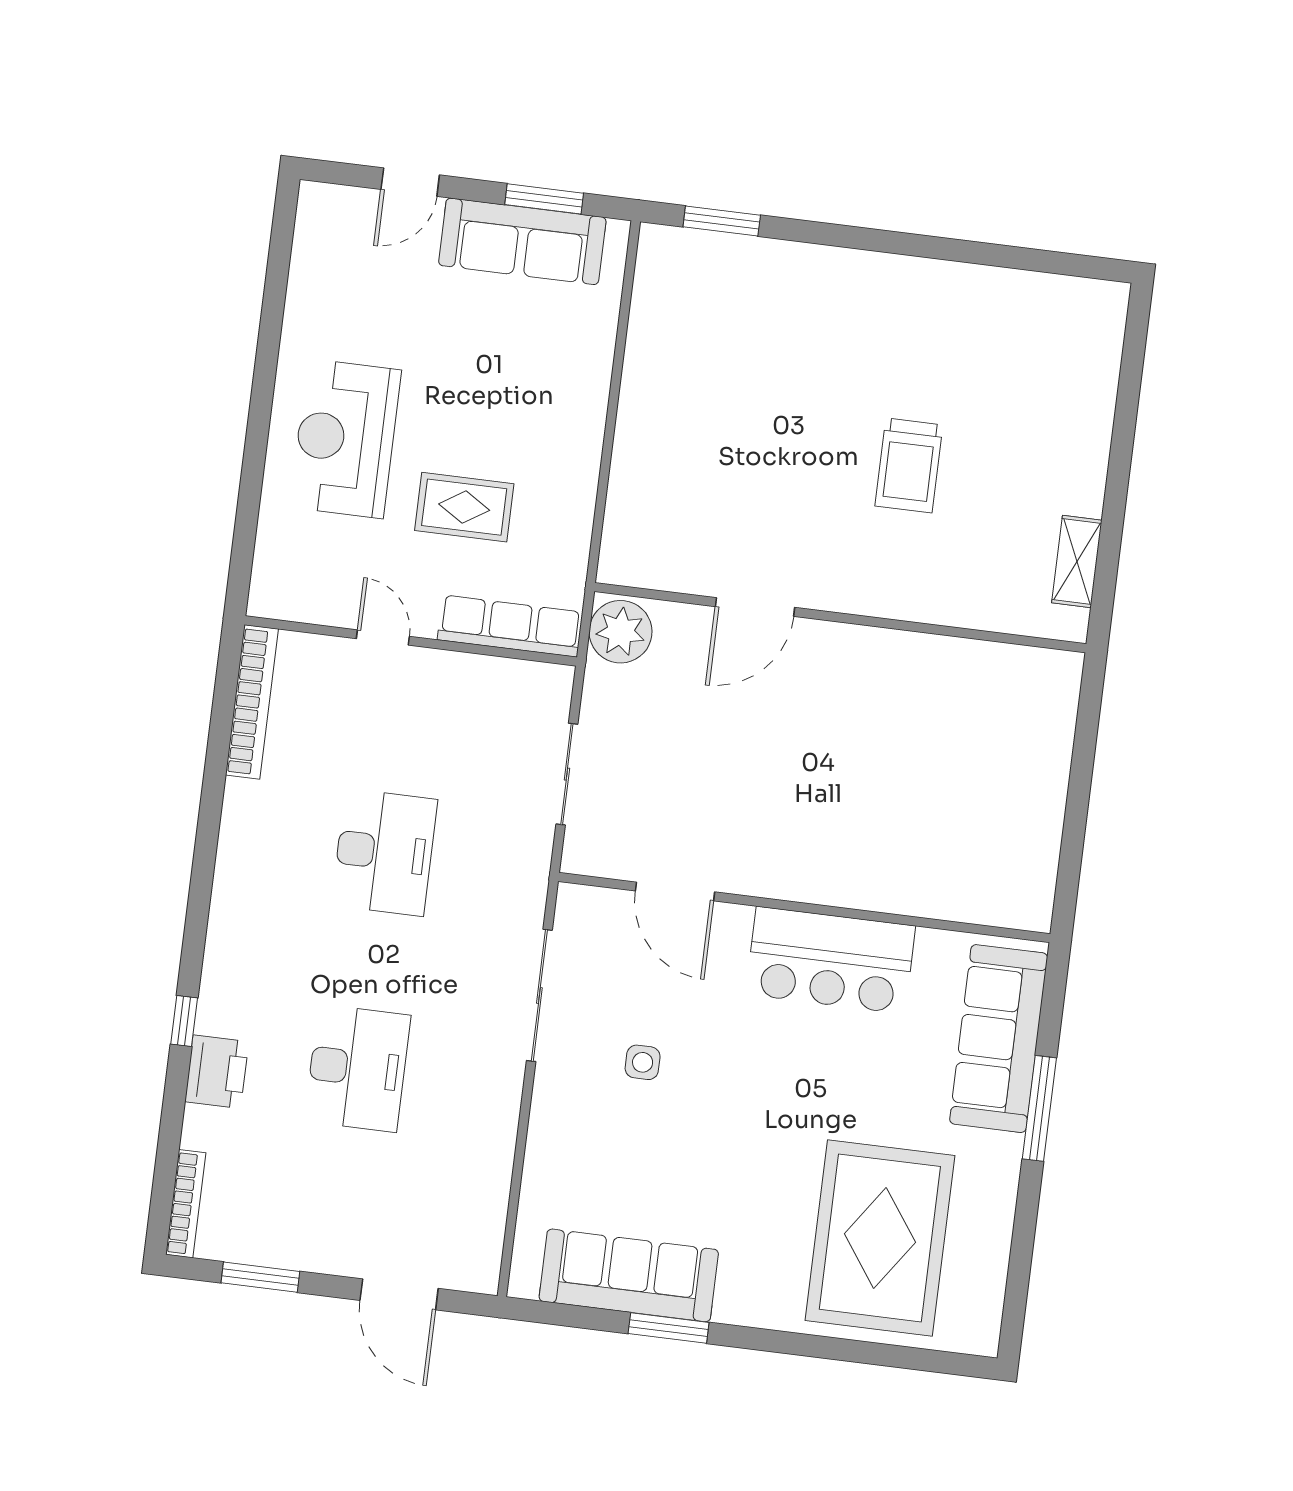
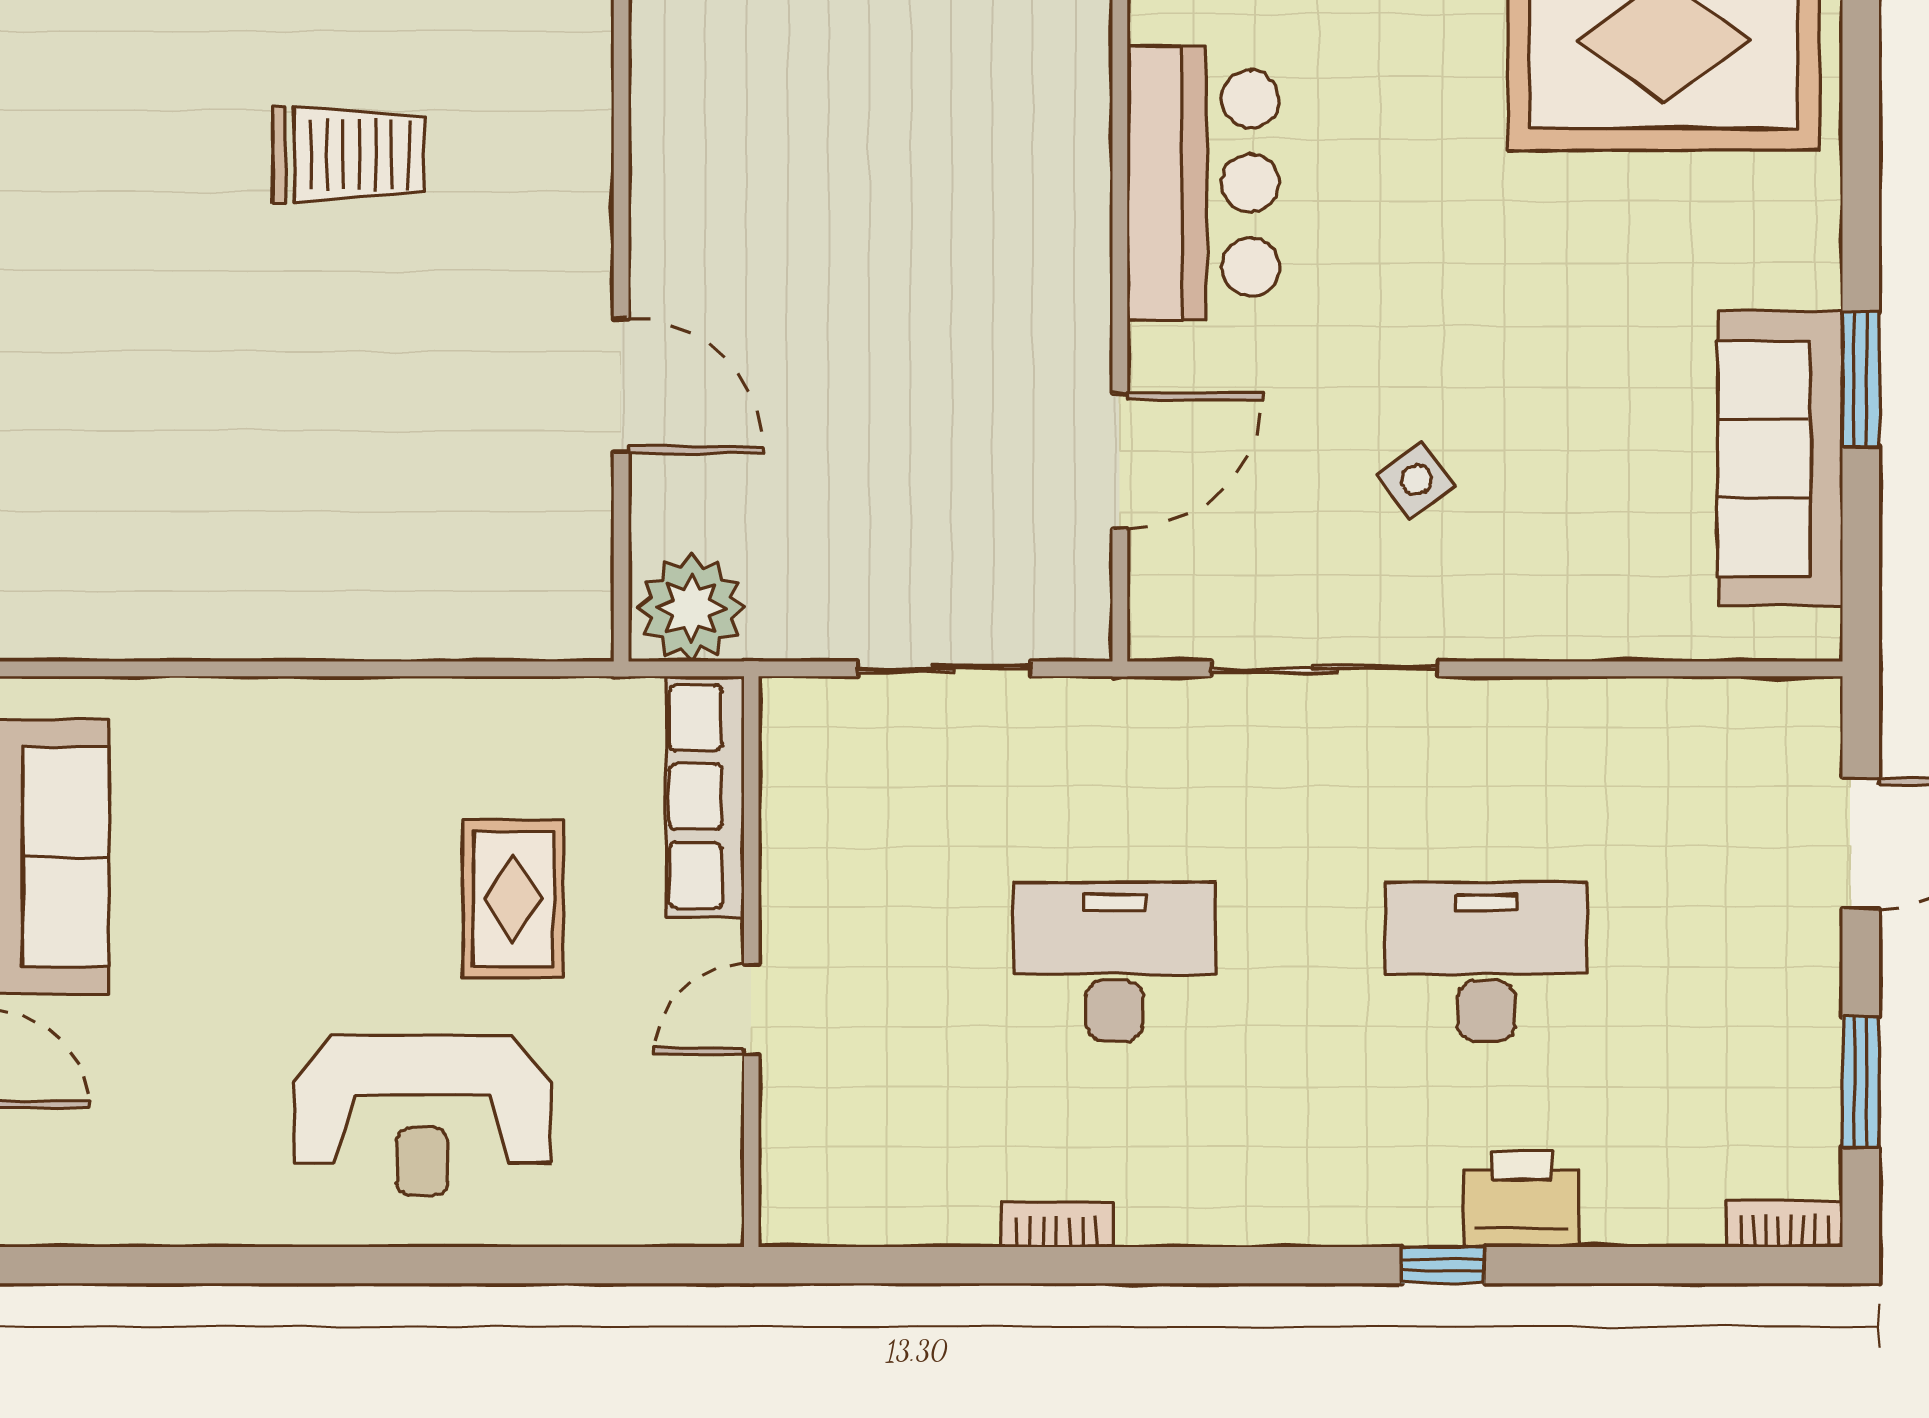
bookcase: (252, 702) -> (1057, 1225), moved, width x0.43, depth x0.76
side table: (643, 1062) -> (1416, 480), turned -36
bookcase: (186, 1204) -> (1785, 1224), width x0.64

